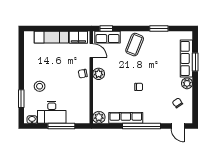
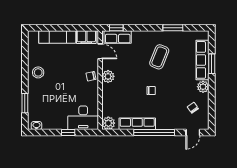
coffee table: (135, 45) -> (159, 57), moved
stool: (40, 86) -> (38, 72), moved
desk: (52, 112) -> (83, 118), moved
window: (61, 126) -> (68, 133), width x0.46
door: (178, 126) -> (193, 133), hinge flipped

